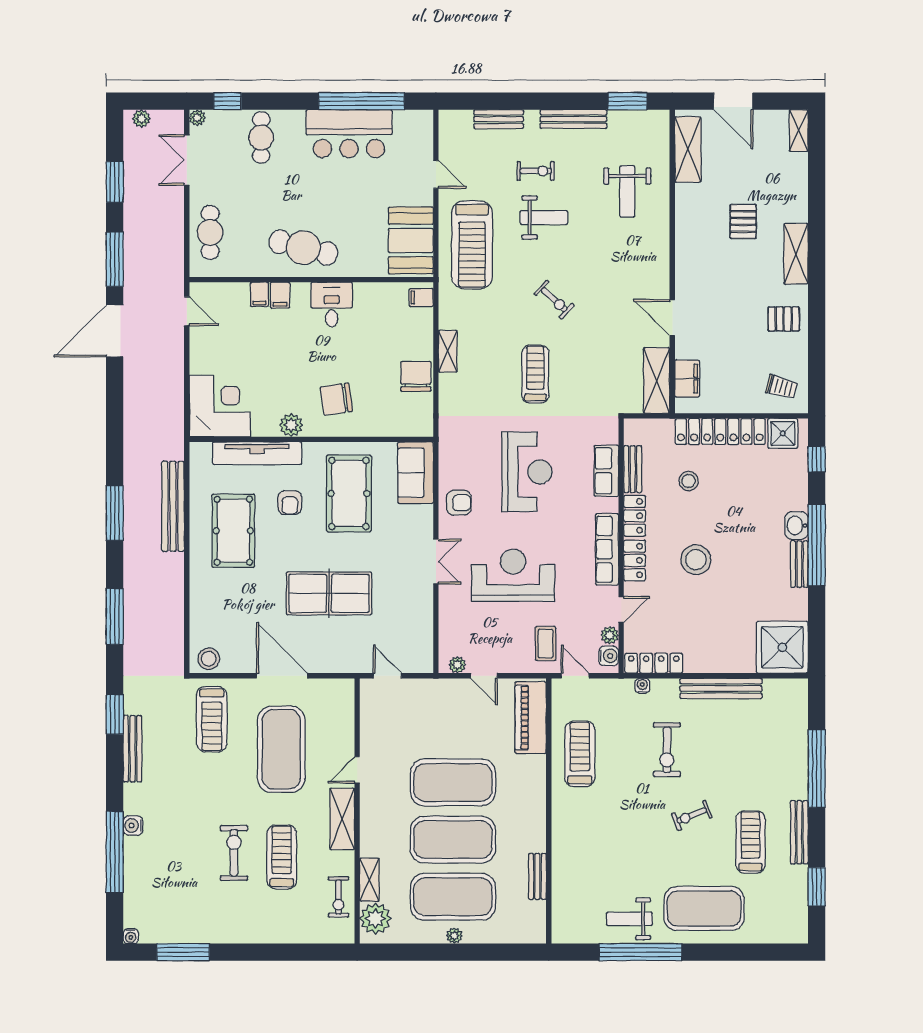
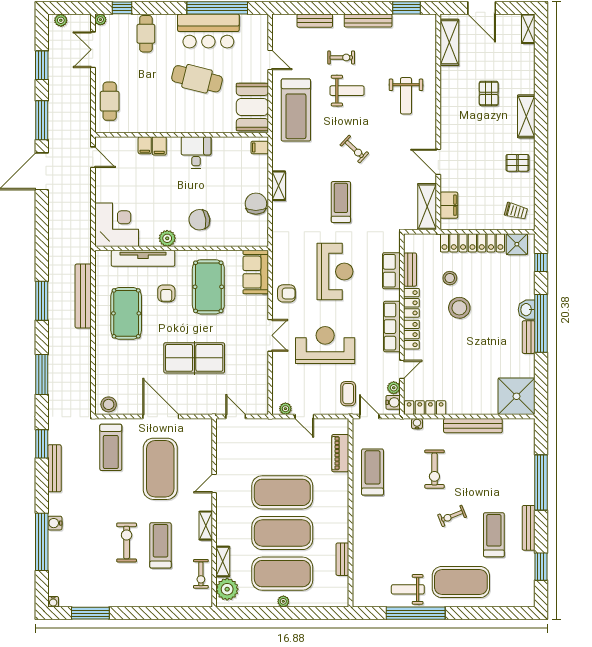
weight bench: (627, 191) -> (406, 96), moved
cafe table: (303, 248) -> (197, 79), moved
stool: (696, 560) -> (459, 308), moved
piano: (531, 718) -> (340, 453), width x0.73, depth x0.75
shelving: (342, 819) -> (206, 526), width x0.67, depth x0.75

